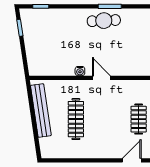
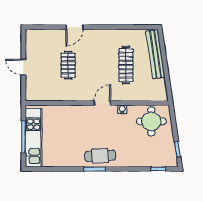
round table: (48, 58) -> (151, 121), added
door: (101, 78) -> (102, 103), swing flipped
bench: (41, 111) -> (155, 54), moved

